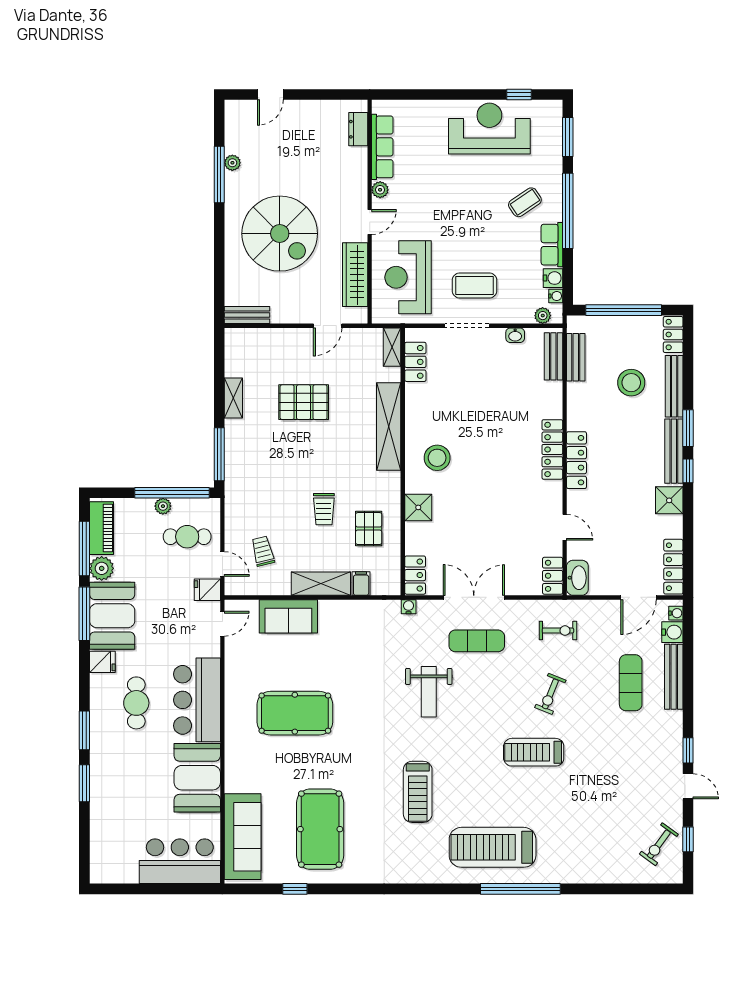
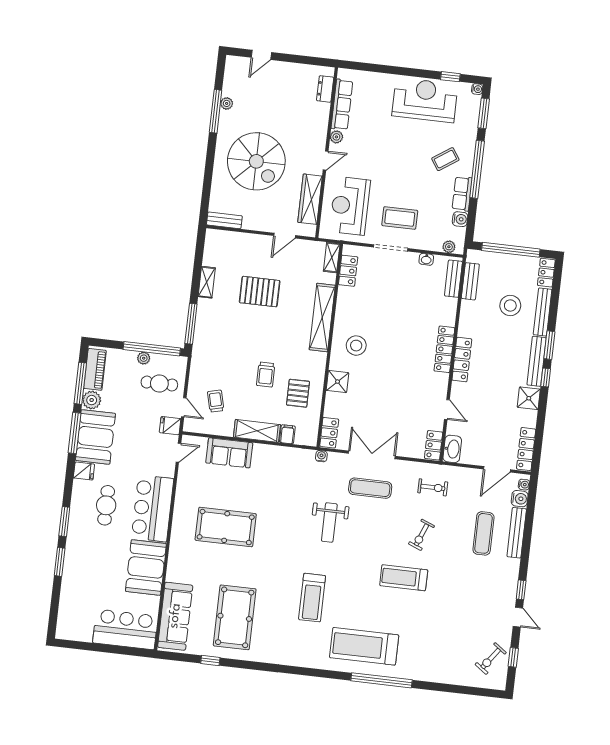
water cooler: (556, 296) -> (477, 89), moved

